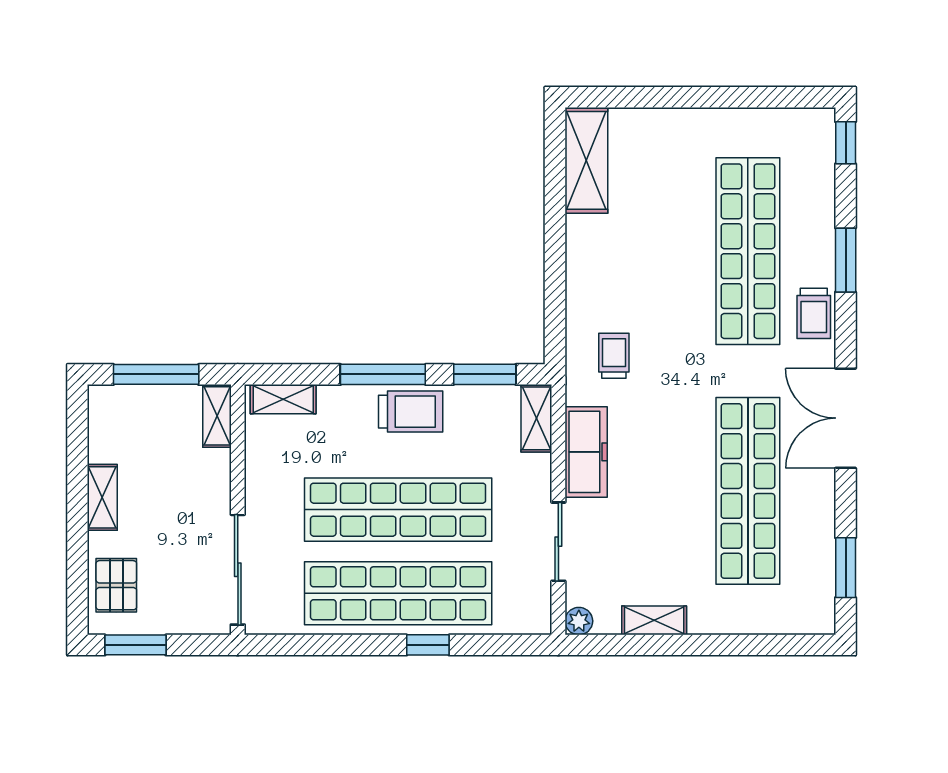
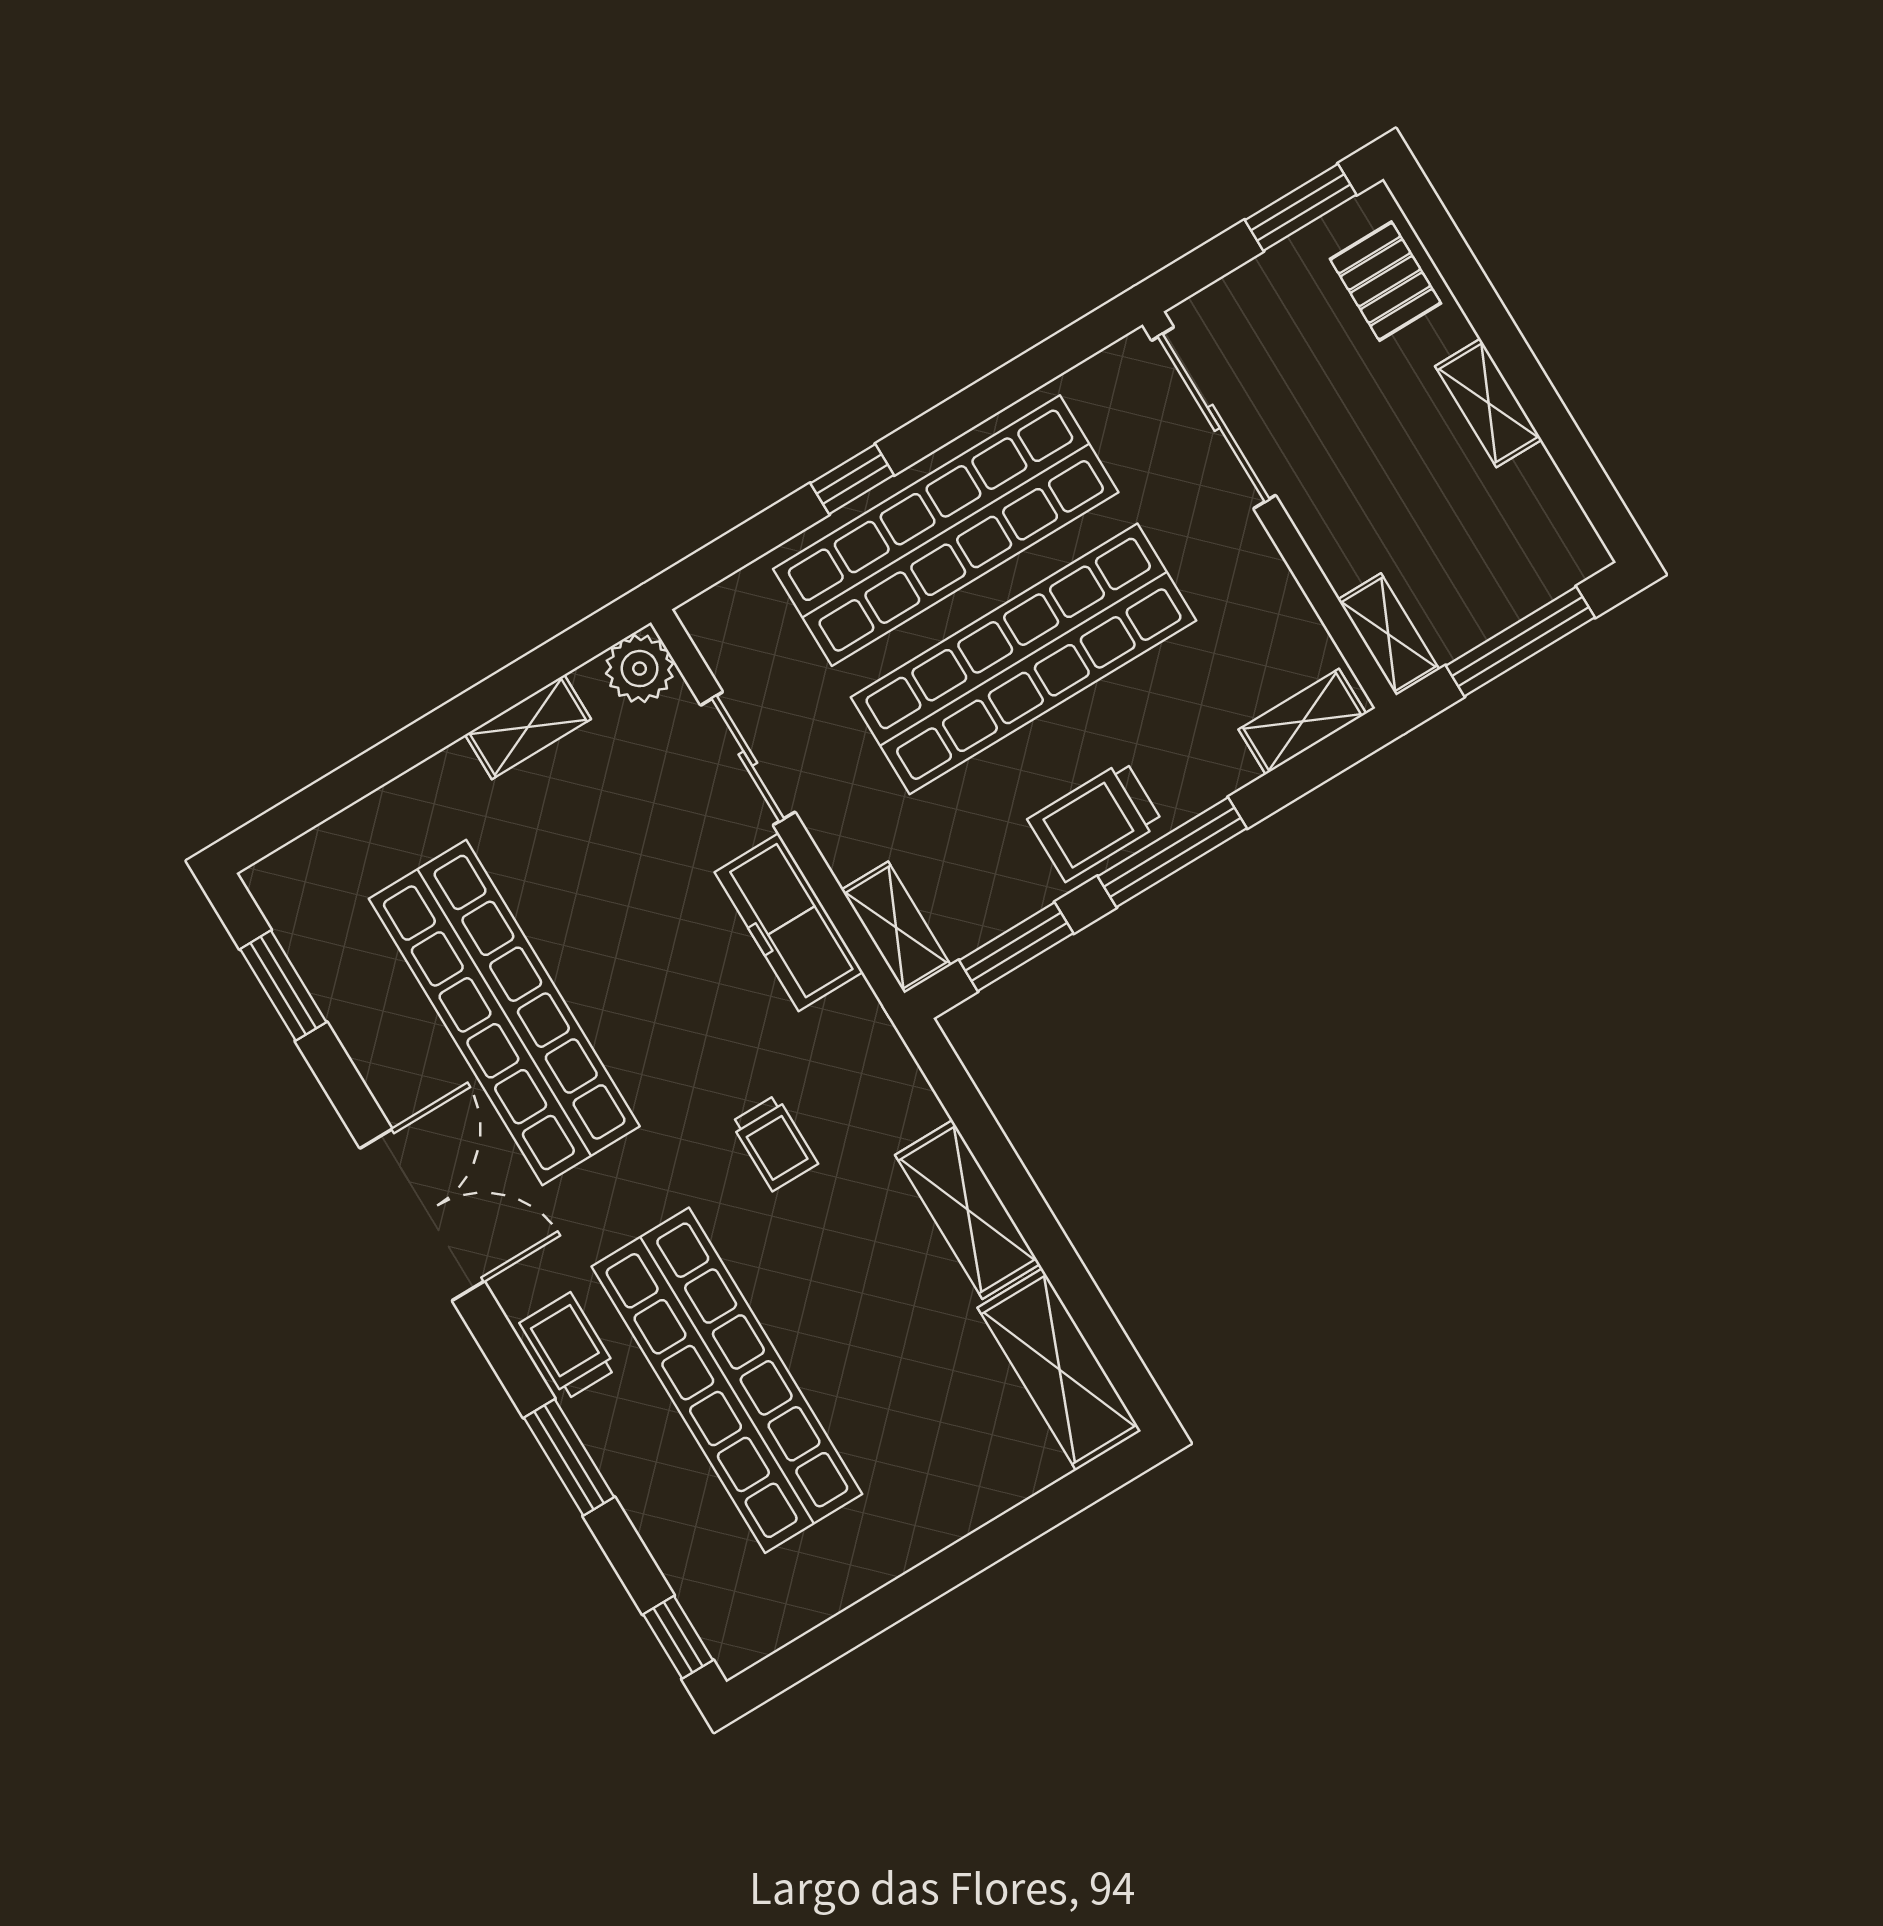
shelving: (584, 263) -> (967, 1209), added
trolley: (614, 356) -> (774, 1143), moved
plant: (579, 621) -> (640, 669), width x1.38, depth x1.38

